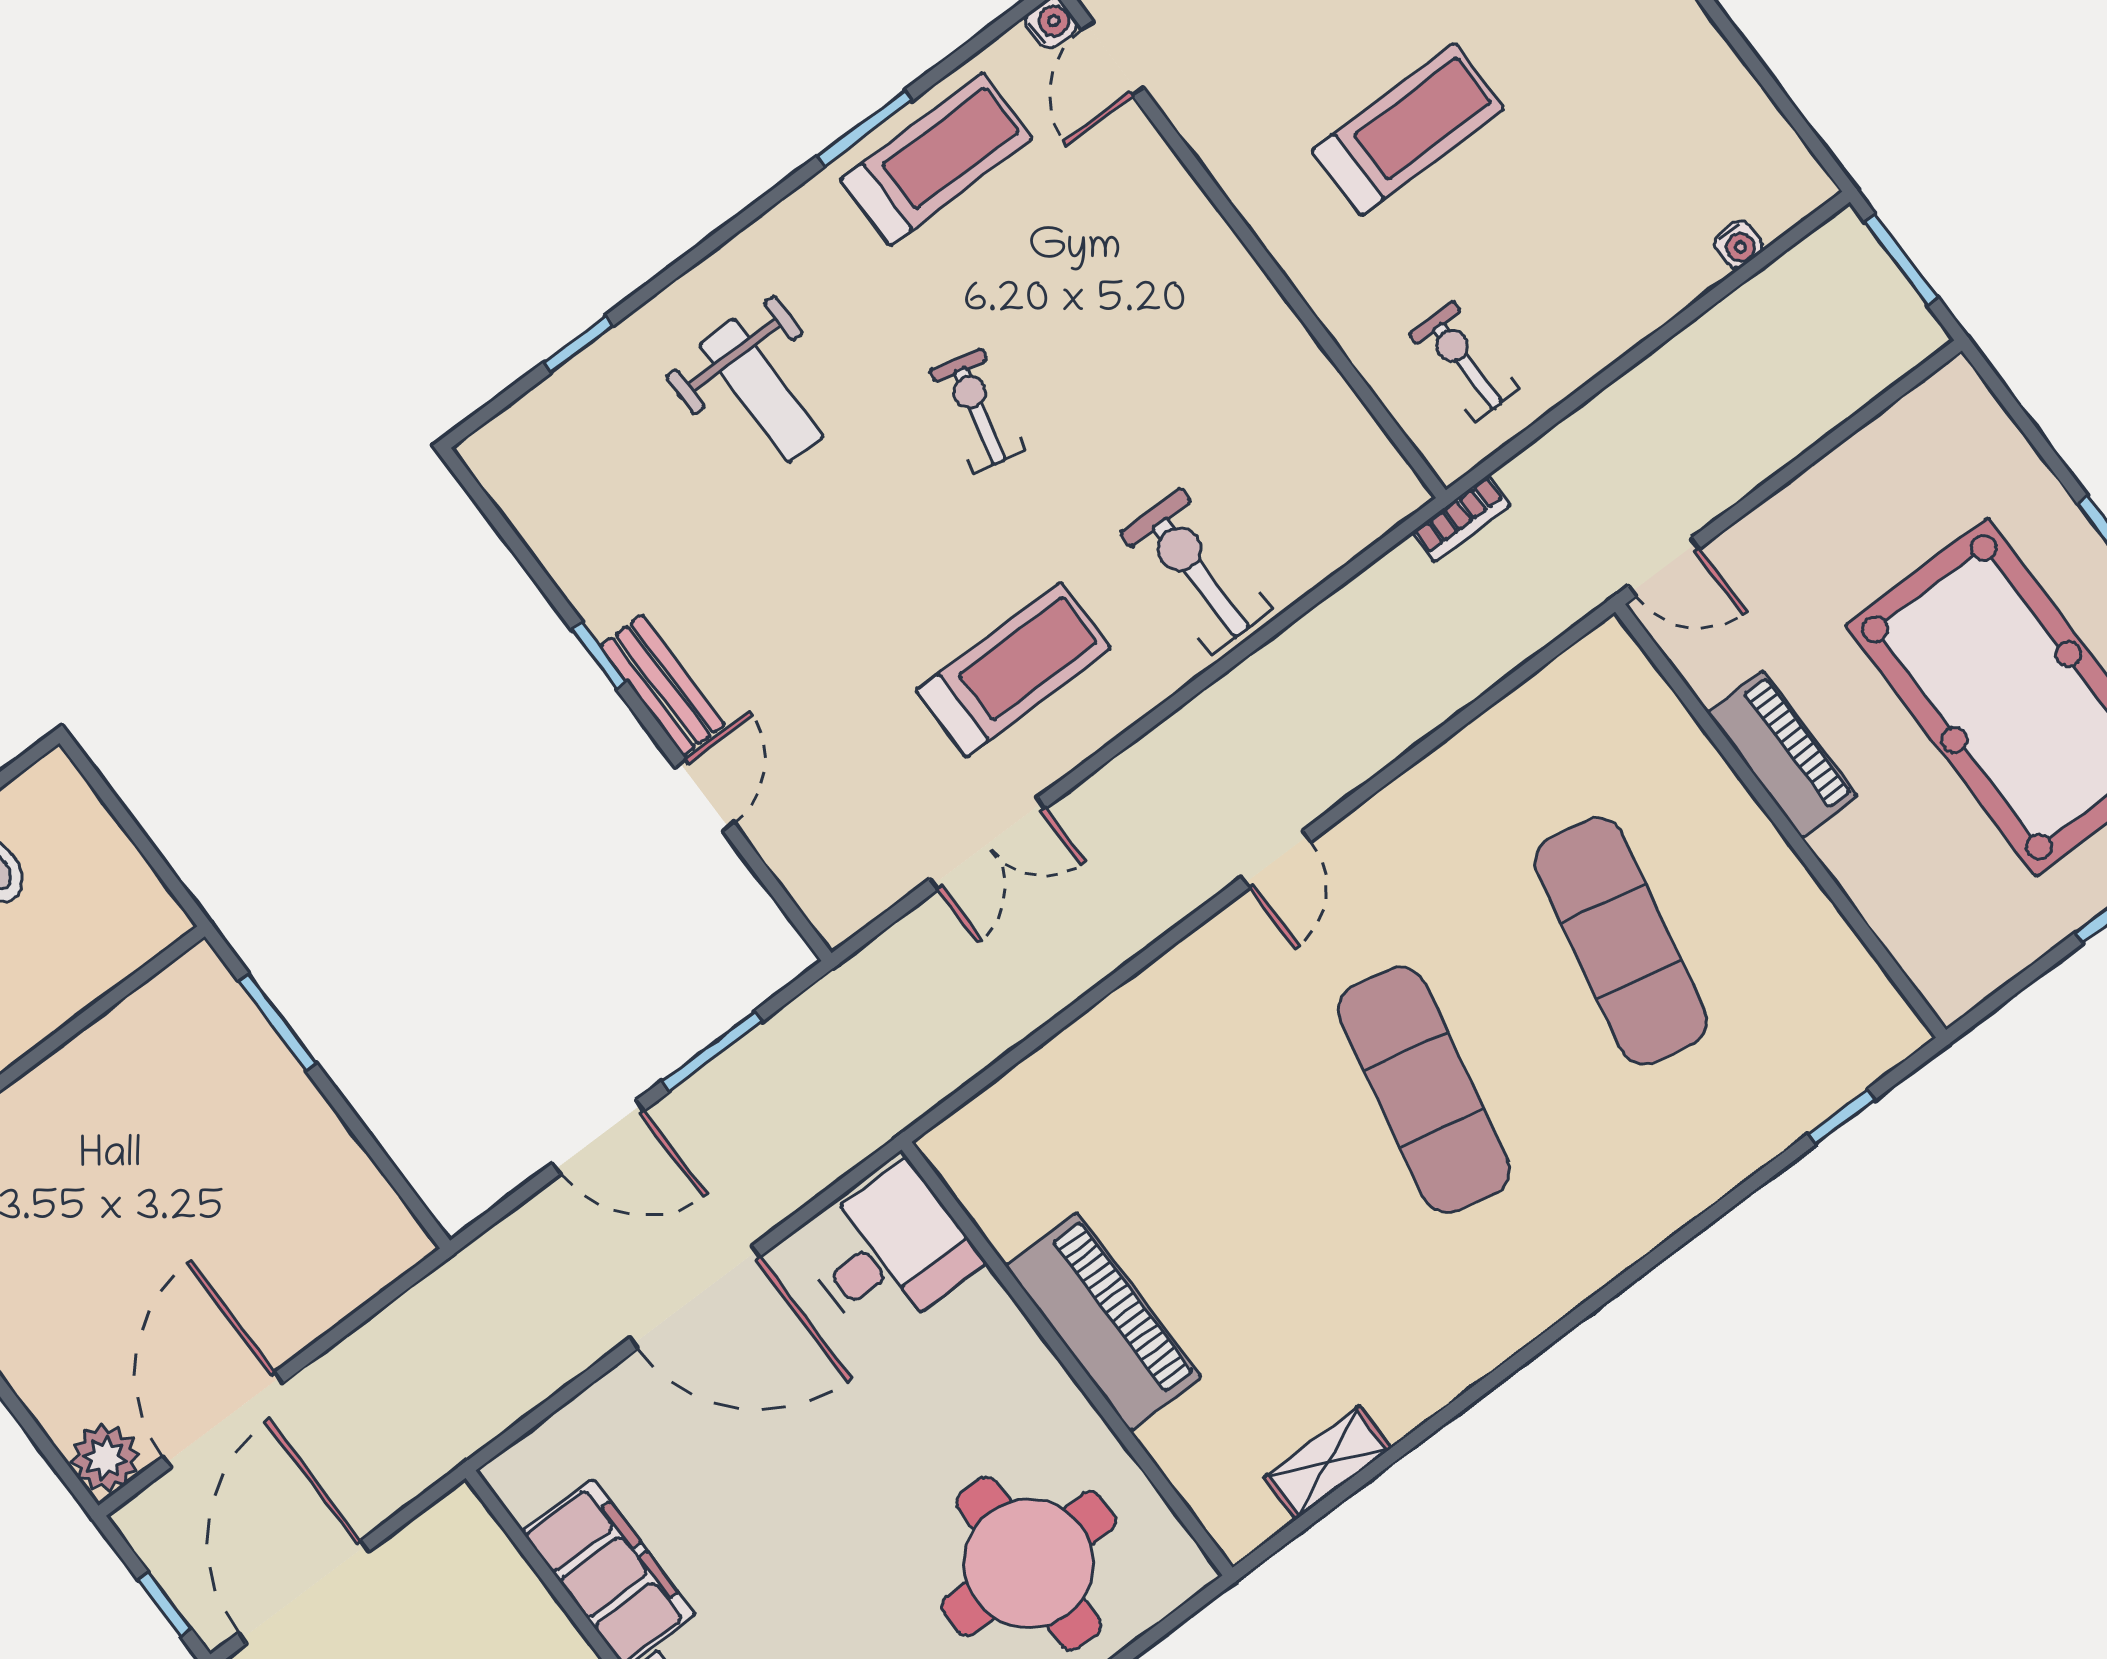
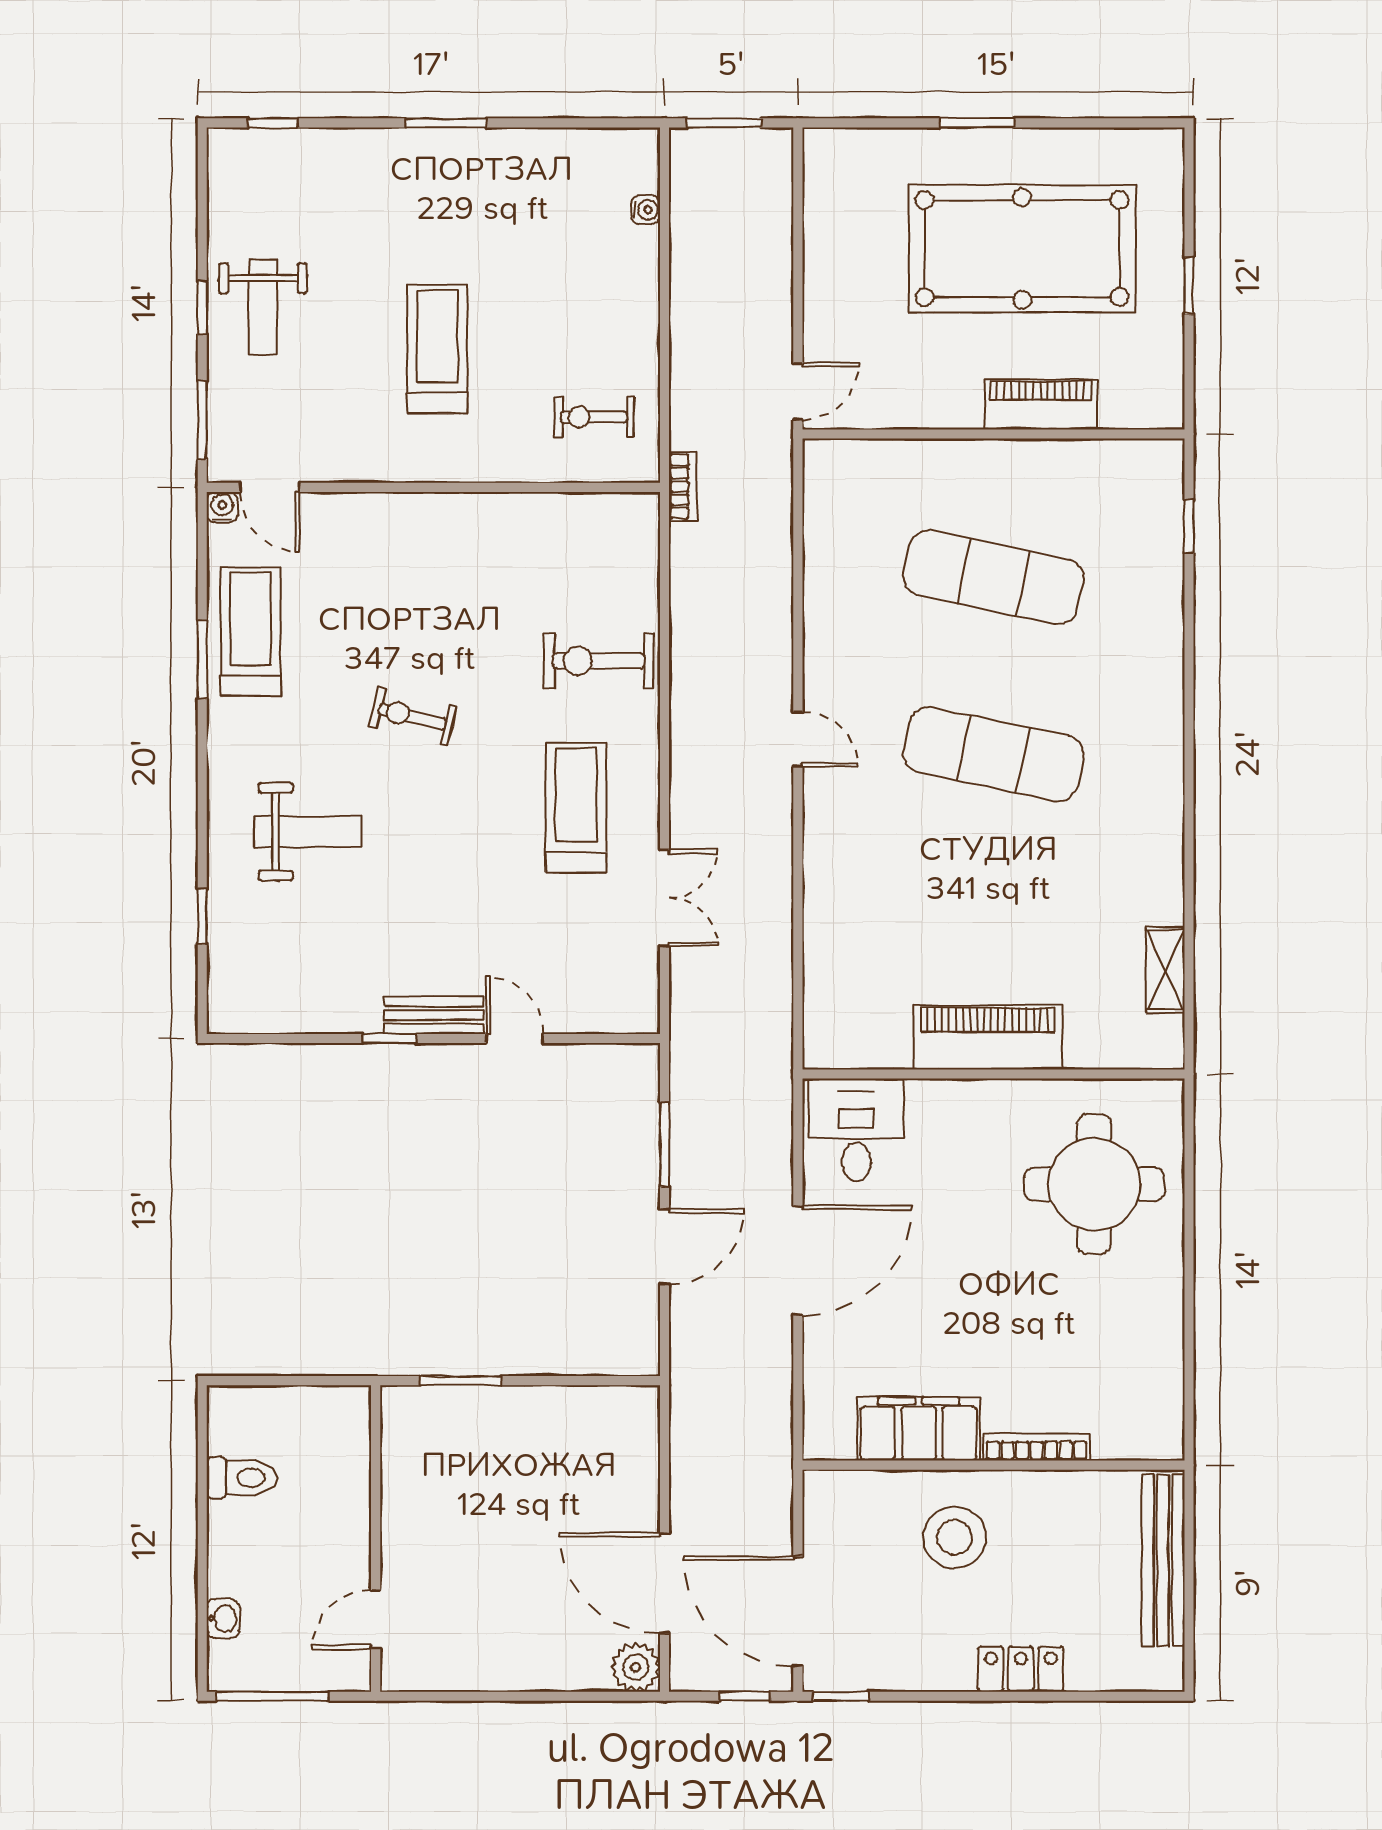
piano: (1782, 754) -> (1041, 404), moved

